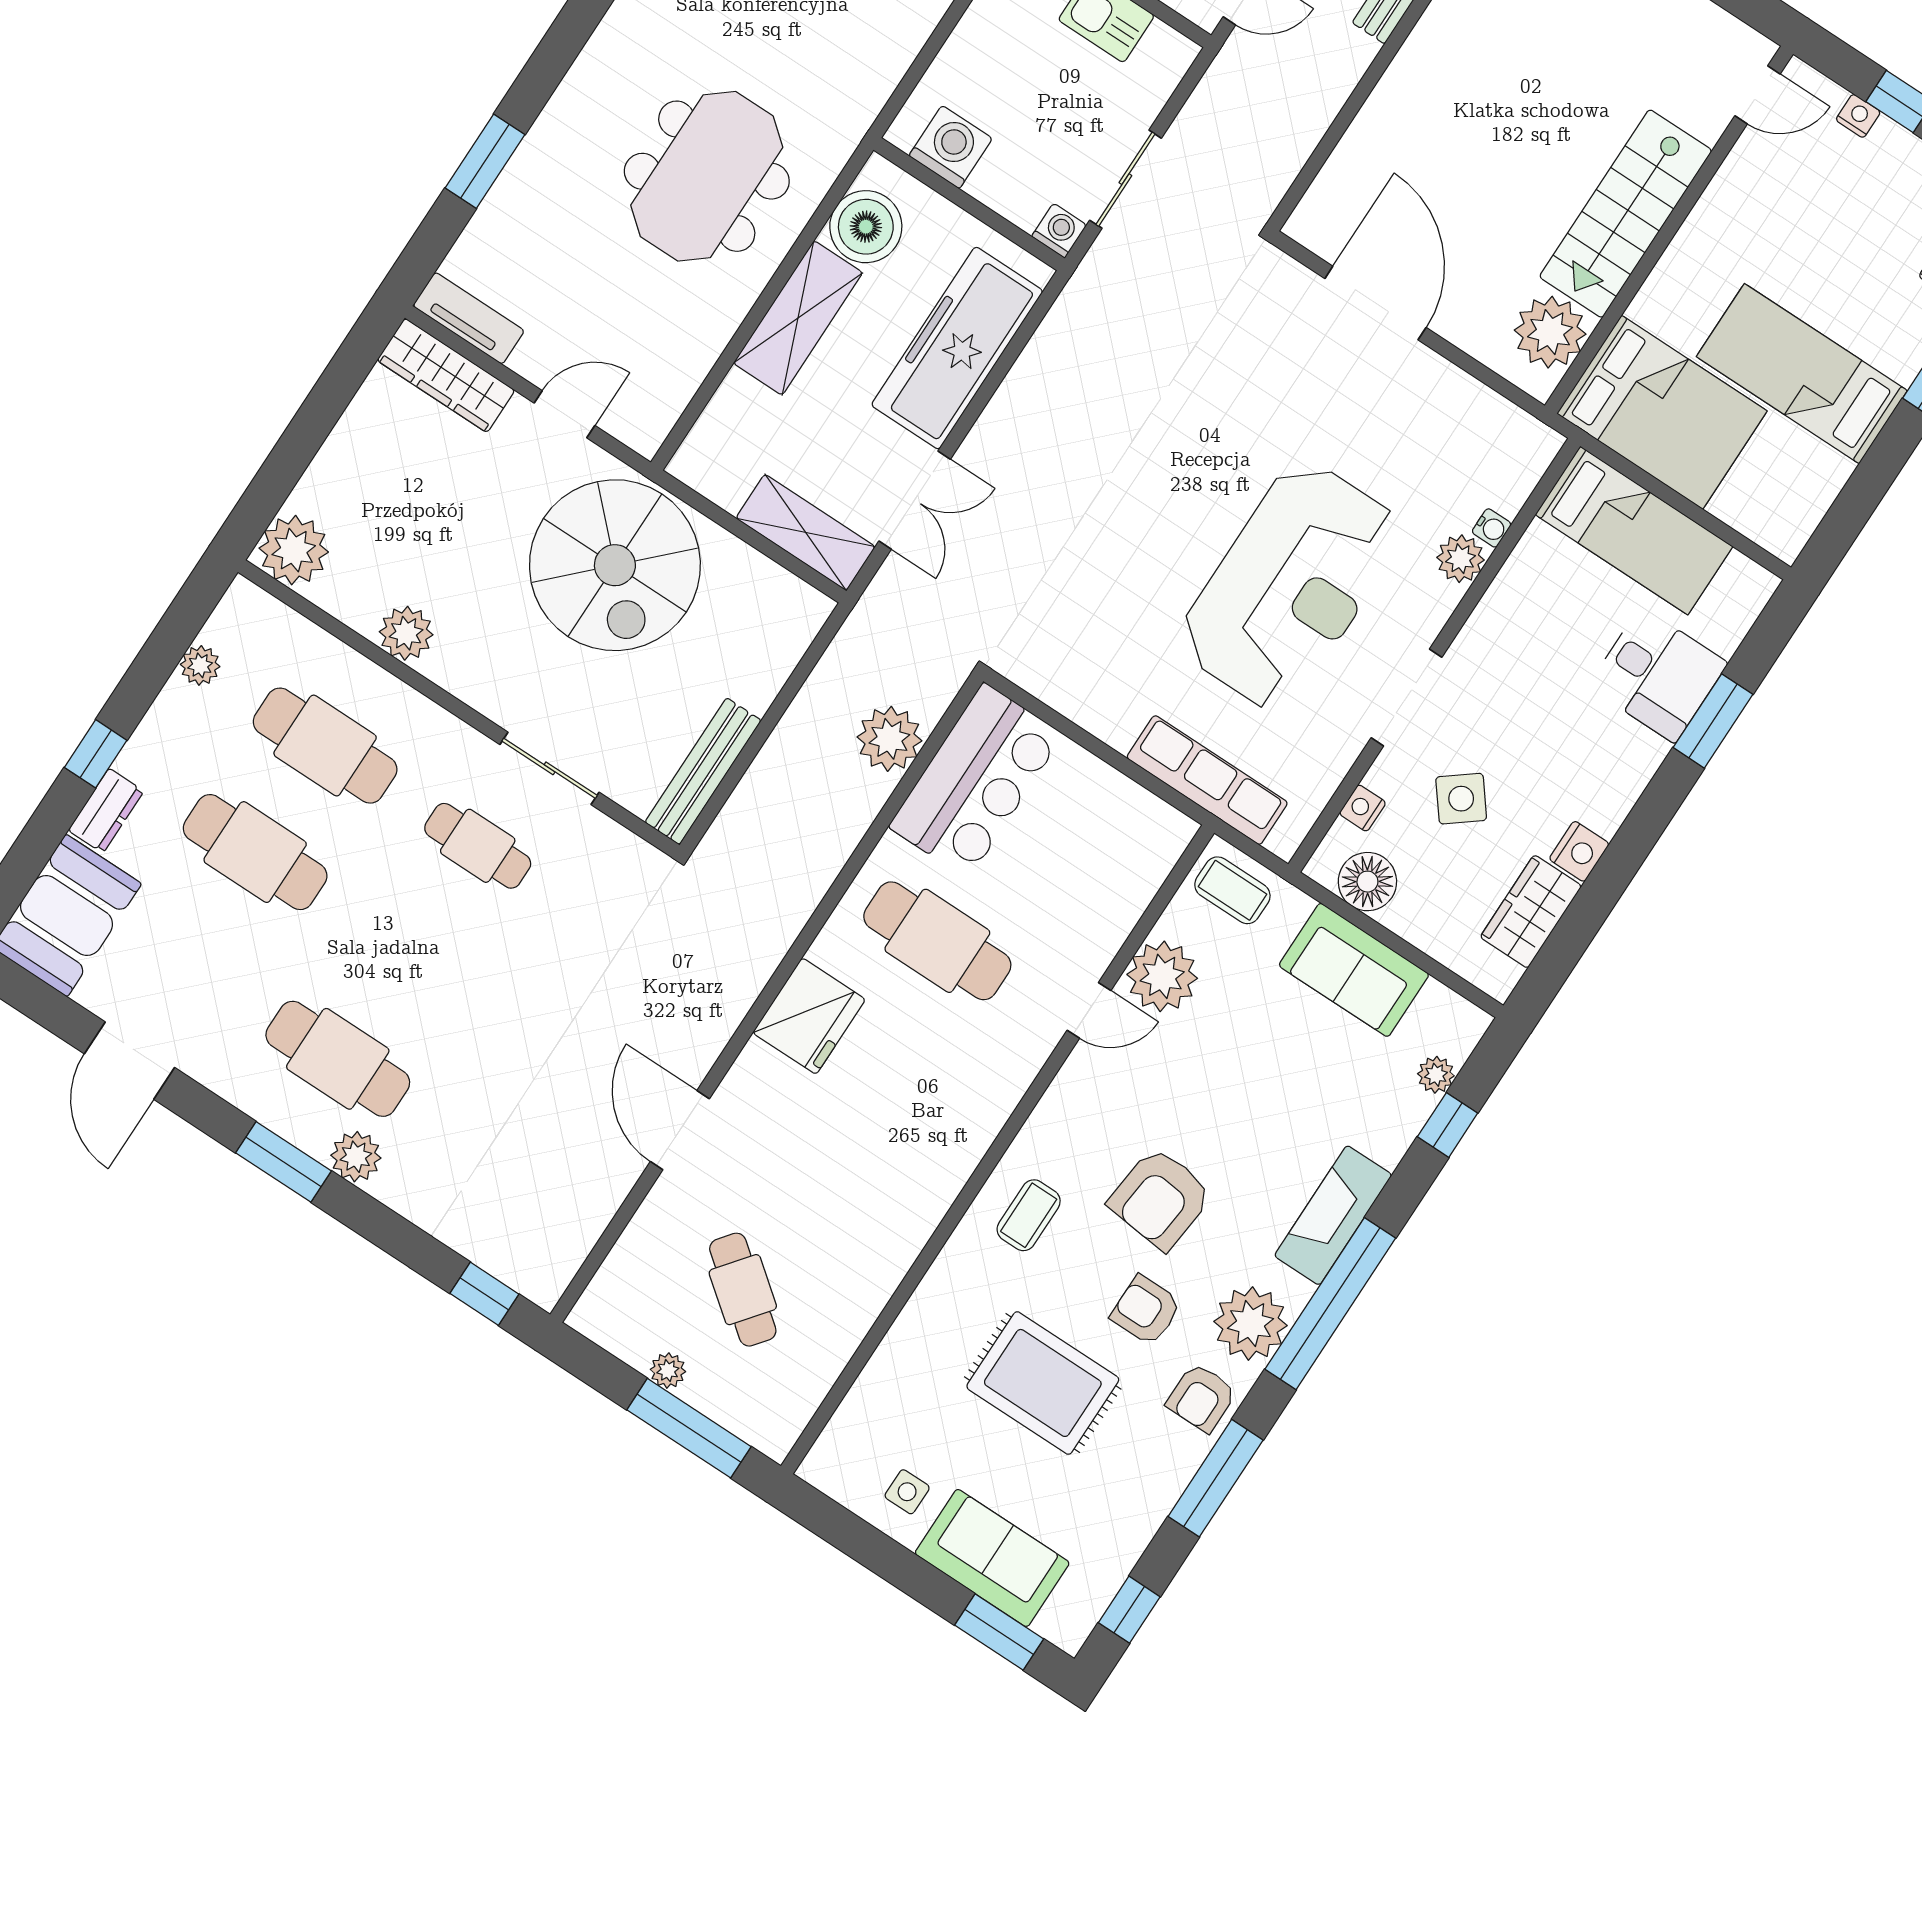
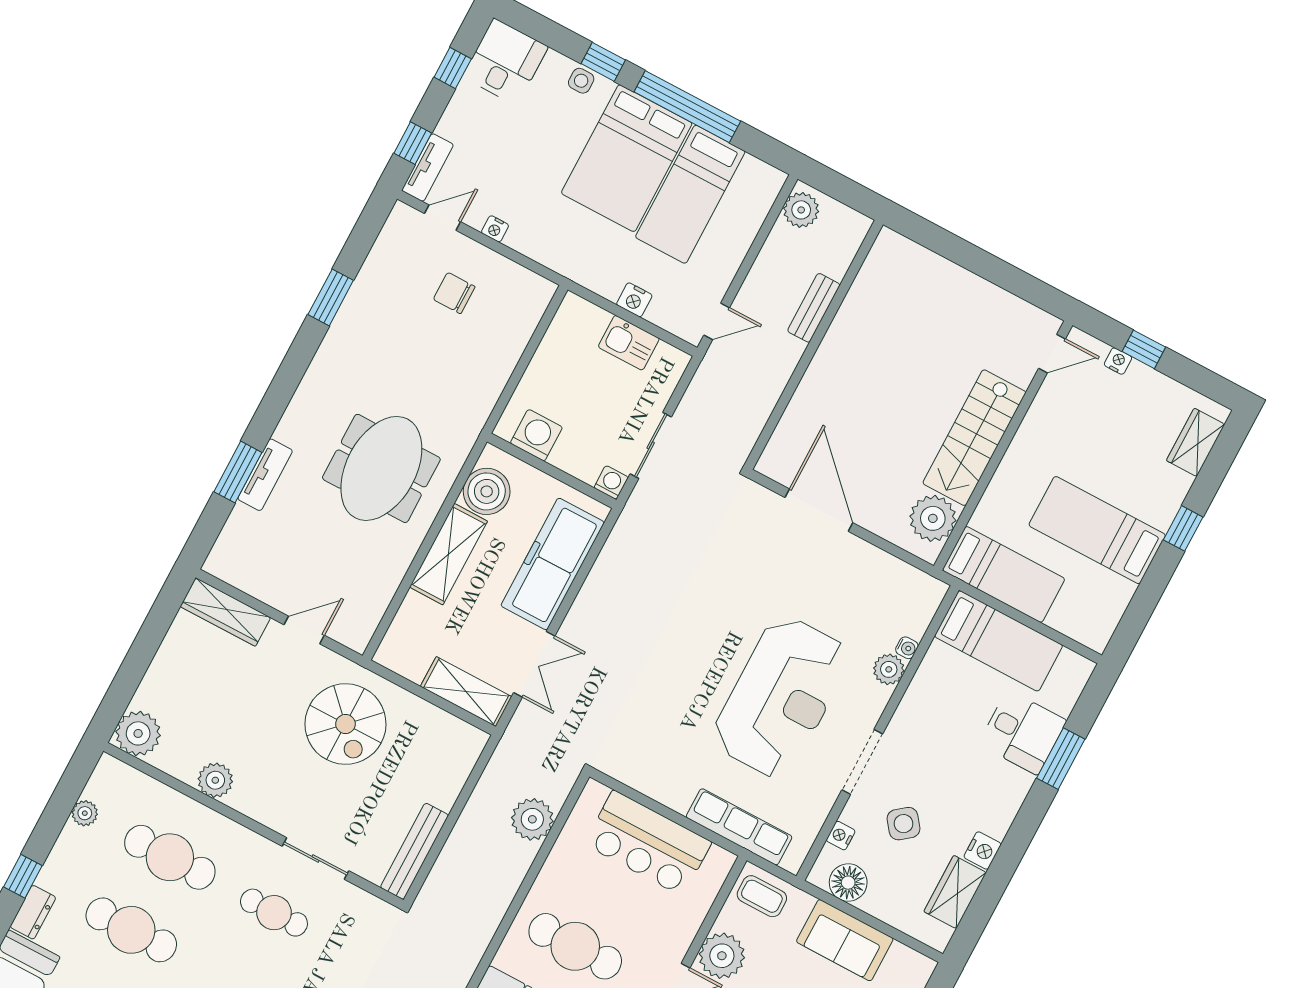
tv unit: (469, 318) -> (265, 475), moved, turned 90
bed: (1662, 412) -> (1004, 574), width x0.67
spiral stairs: (615, 565) -> (345, 724), width x0.73, depth x0.73
bar counter: (976, 781) -> (648, 843), moved, turned 90

